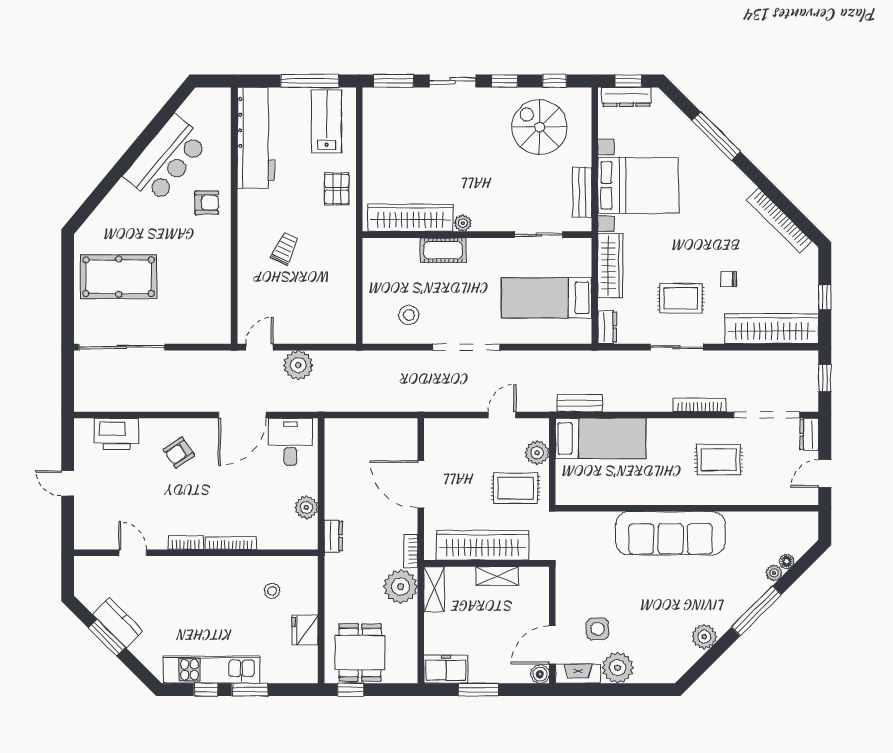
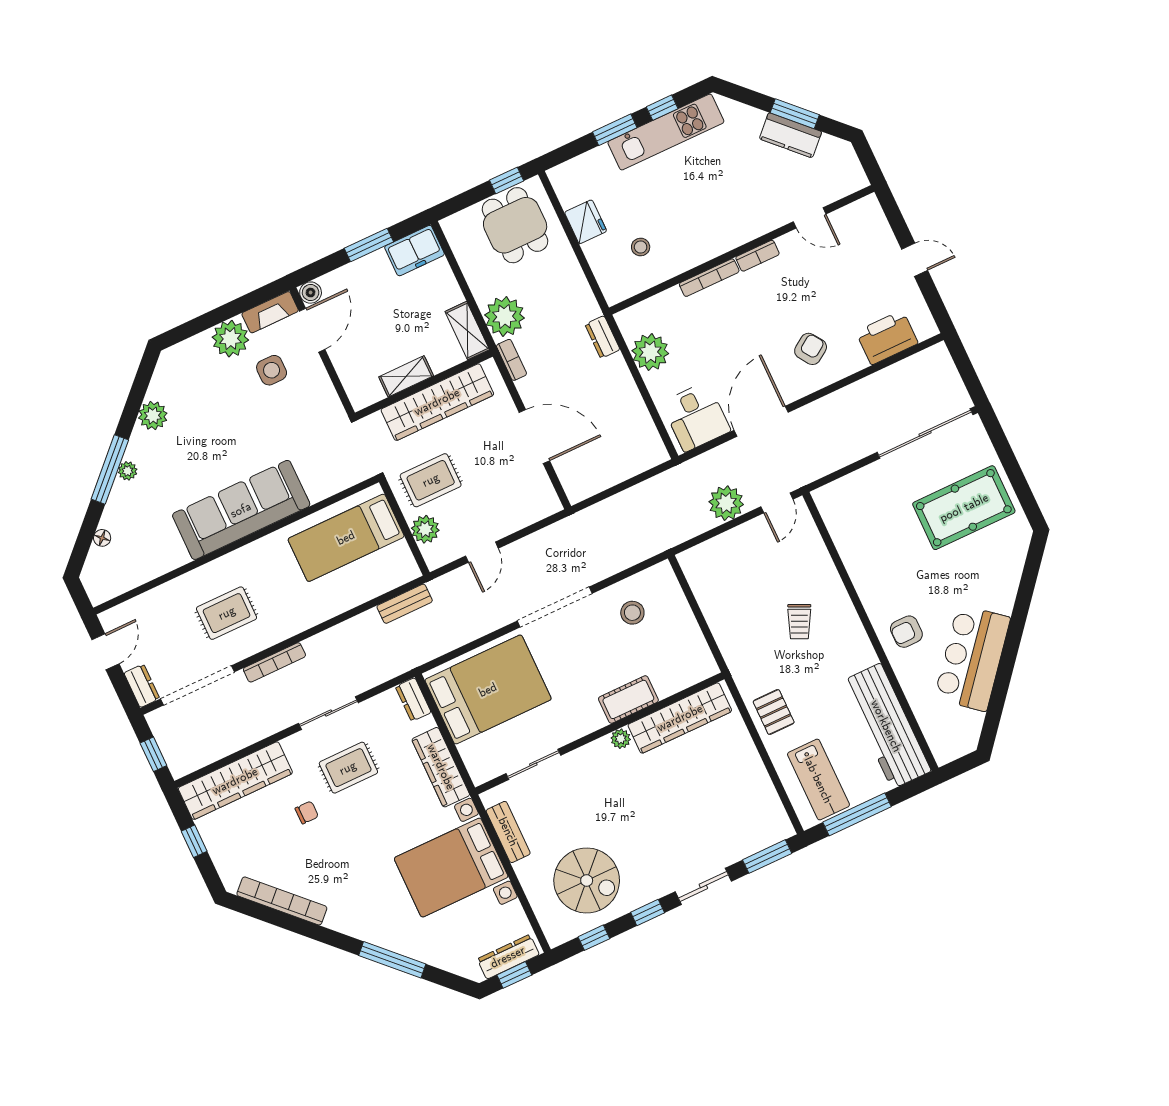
bed: (546, 298) -> (488, 690), width x1.50
bed: (601, 438) -> (346, 538), moved
plant: (306, 507) -> (650, 352), width x1.36, depth x1.36
plant: (774, 573) -> (128, 471), moved

